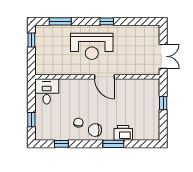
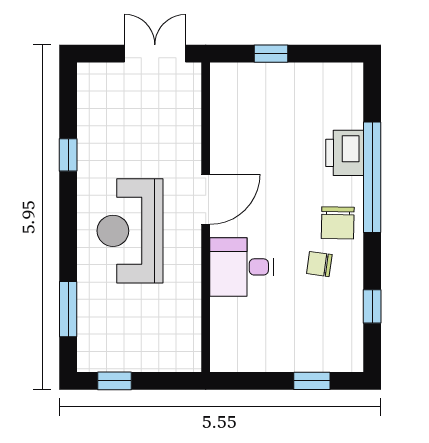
window: (107, 21) -> (68, 155), moved
reception desk: (92, 46) -> (130, 231), turned 180
desk: (47, 91) -> (242, 267), moved
window: (113, 144) -> (372, 177), width x2.11

